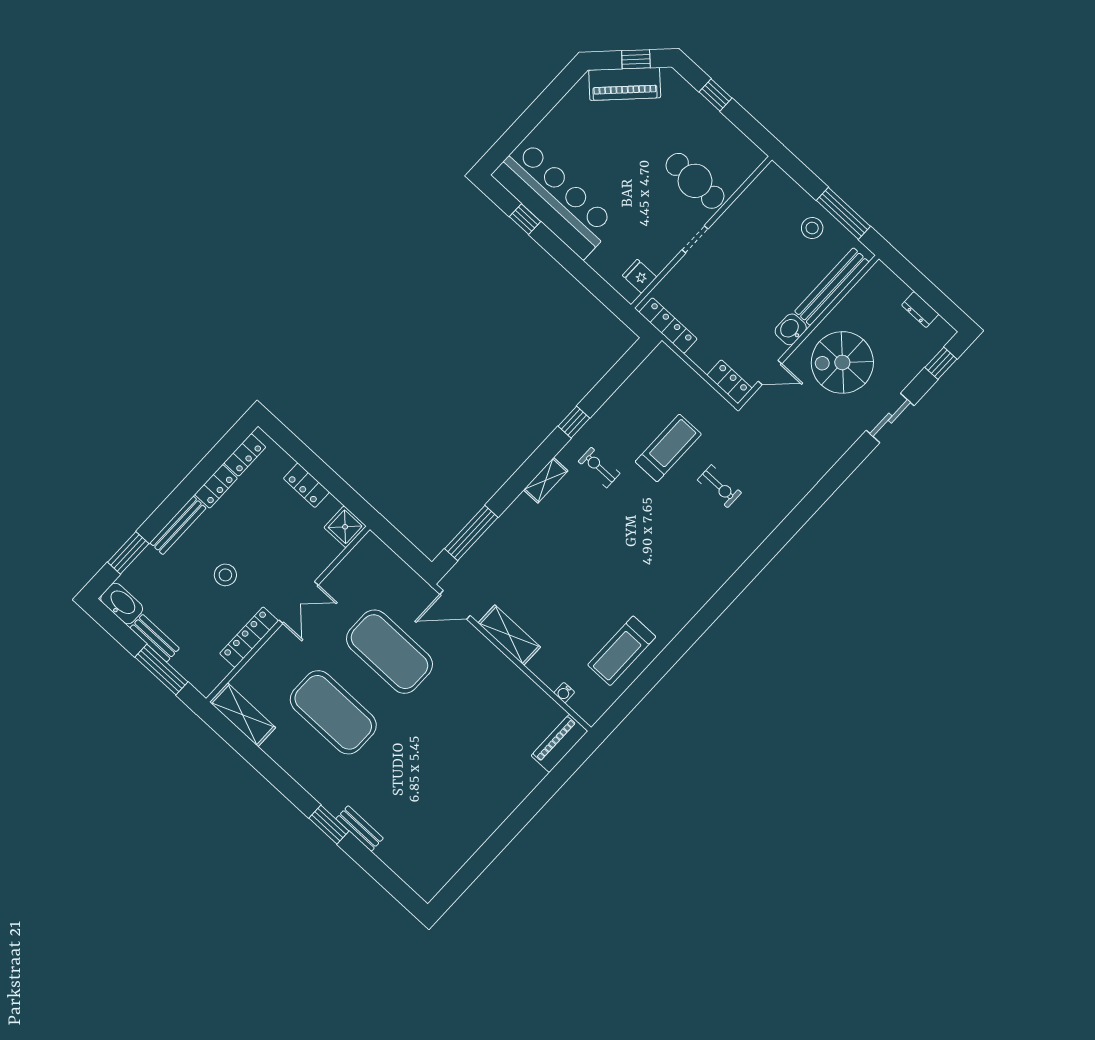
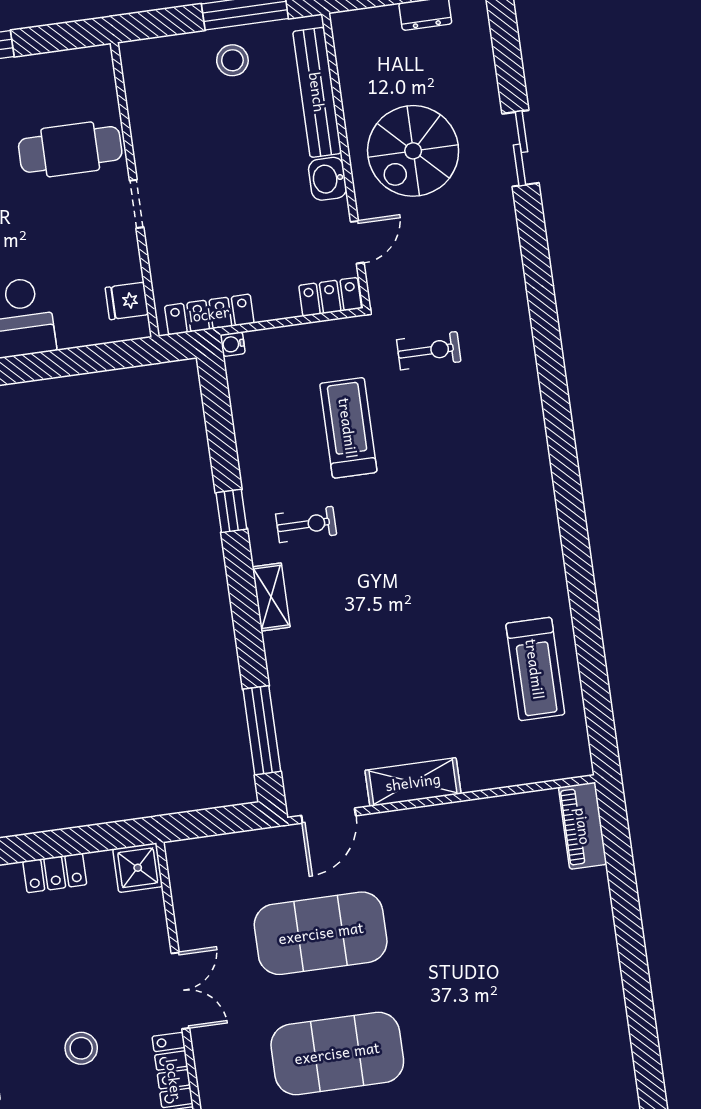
window: (941, 363) -> (505, 40), removed
exercise bike: (599, 467) -> (306, 524), turned 180
exercise bike: (719, 486) -> (429, 351), moved
water cooler: (564, 693) -> (233, 344), moved, turned 90

